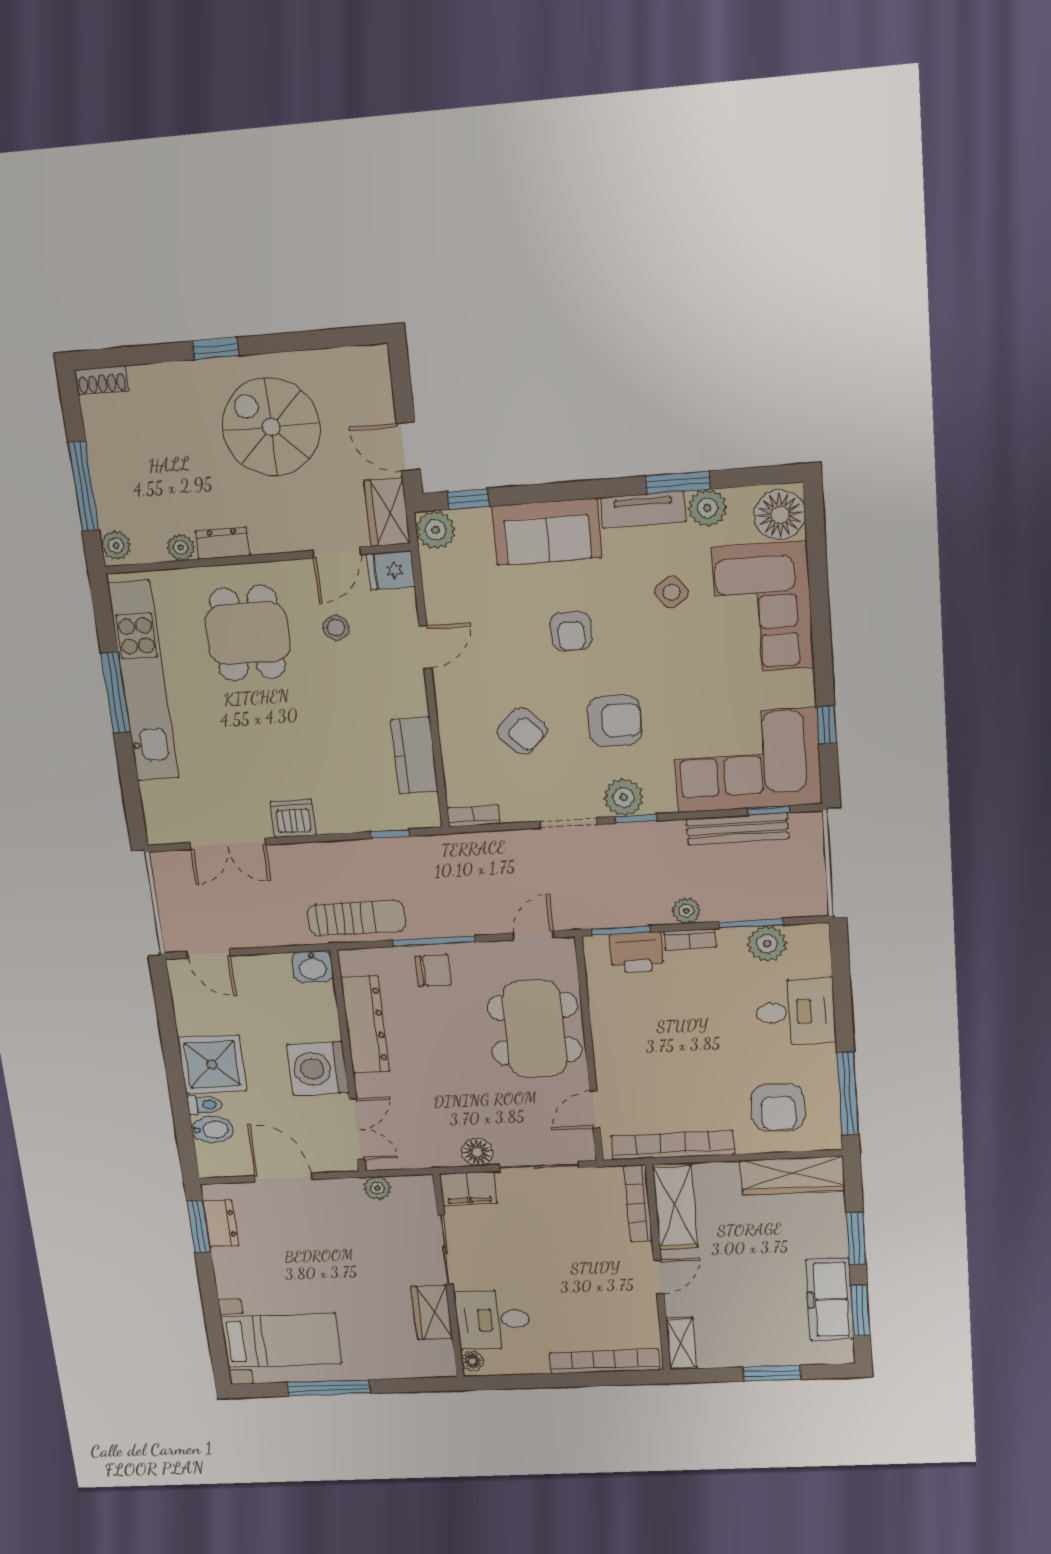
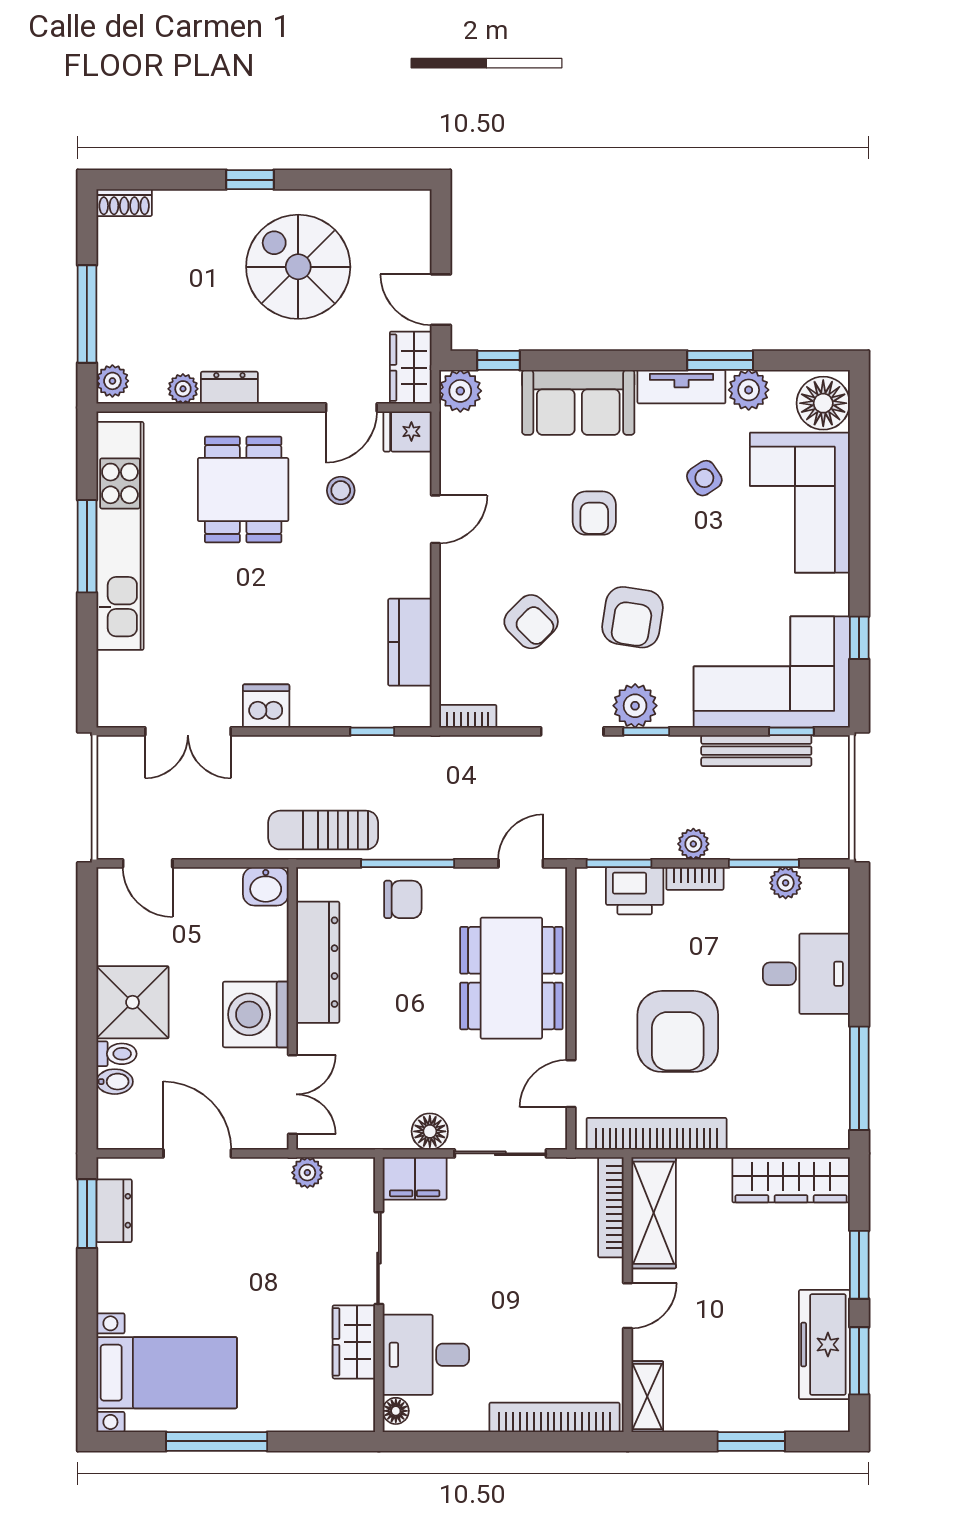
armchair: (615, 721) -> (633, 617), turned 99
sun lounger: (357, 918) -> (323, 830), turned 180
plant: (767, 944) -> (786, 883), width x0.73, depth x0.73
armchair: (778, 1108) -> (678, 1031), moved, width x1.36, depth x1.36
bidet: (212, 1130) -> (115, 1082), width x0.72, depth x0.74

